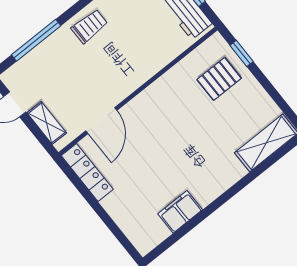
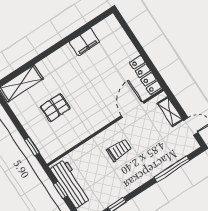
trolley: (89, 26) -> (119, 150), moved, turned 180
pallet: (219, 79) -> (55, 108), moved

